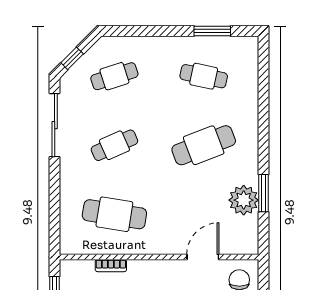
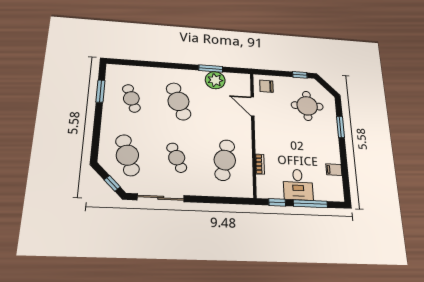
cafe table: (114, 76) -> (127, 155), width x1.37, depth x1.35
cafe table: (204, 76) -> (131, 98), turned -33

